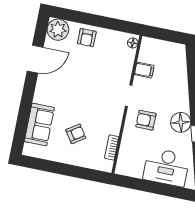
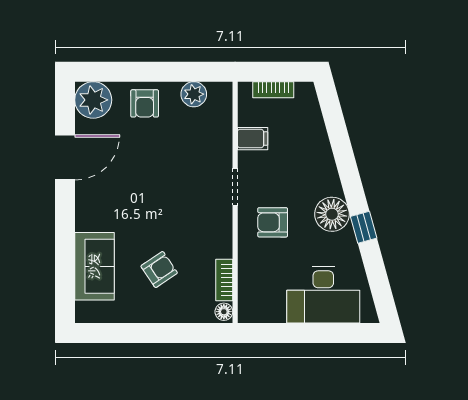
plant: (116, 38) -> (194, 94), added
floor lamp: (133, 43) -> (224, 312), moved
bookcase: (162, 45) -> (273, 90), added

